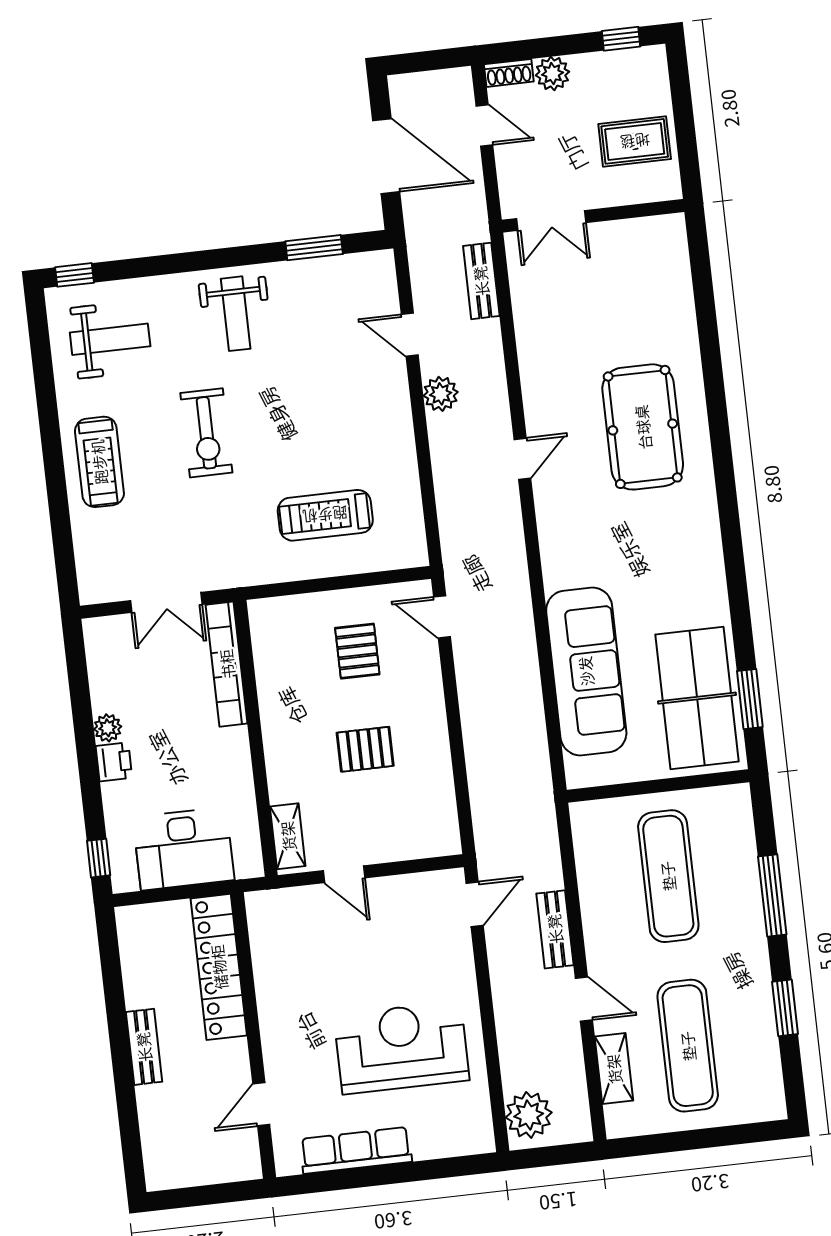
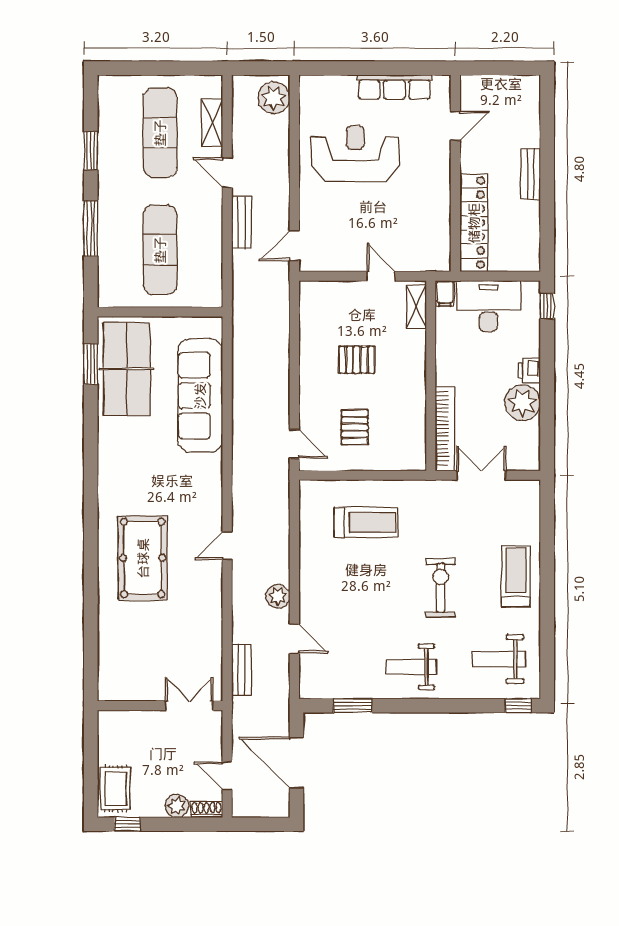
rug: (635, 141) -> (116, 789), moved, turned 90
weight bench: (236, 314) -> (411, 667), turned -90
plant: (108, 728) -> (522, 403), width x1.87, depth x1.87
filing cabinet: (249, 860) -> (445, 293), added
reception desk: (402, 1048) -> (355, 154), turned 180

